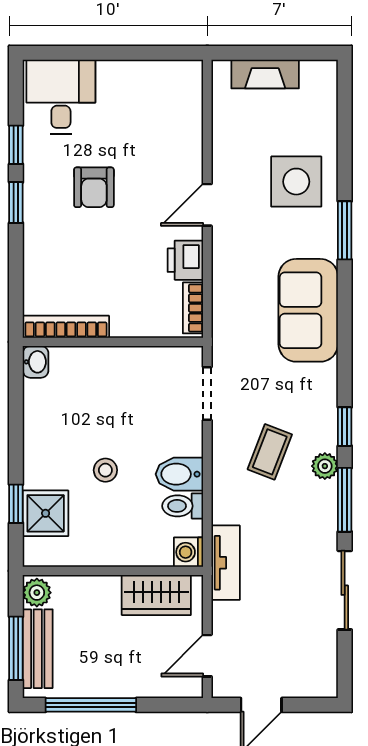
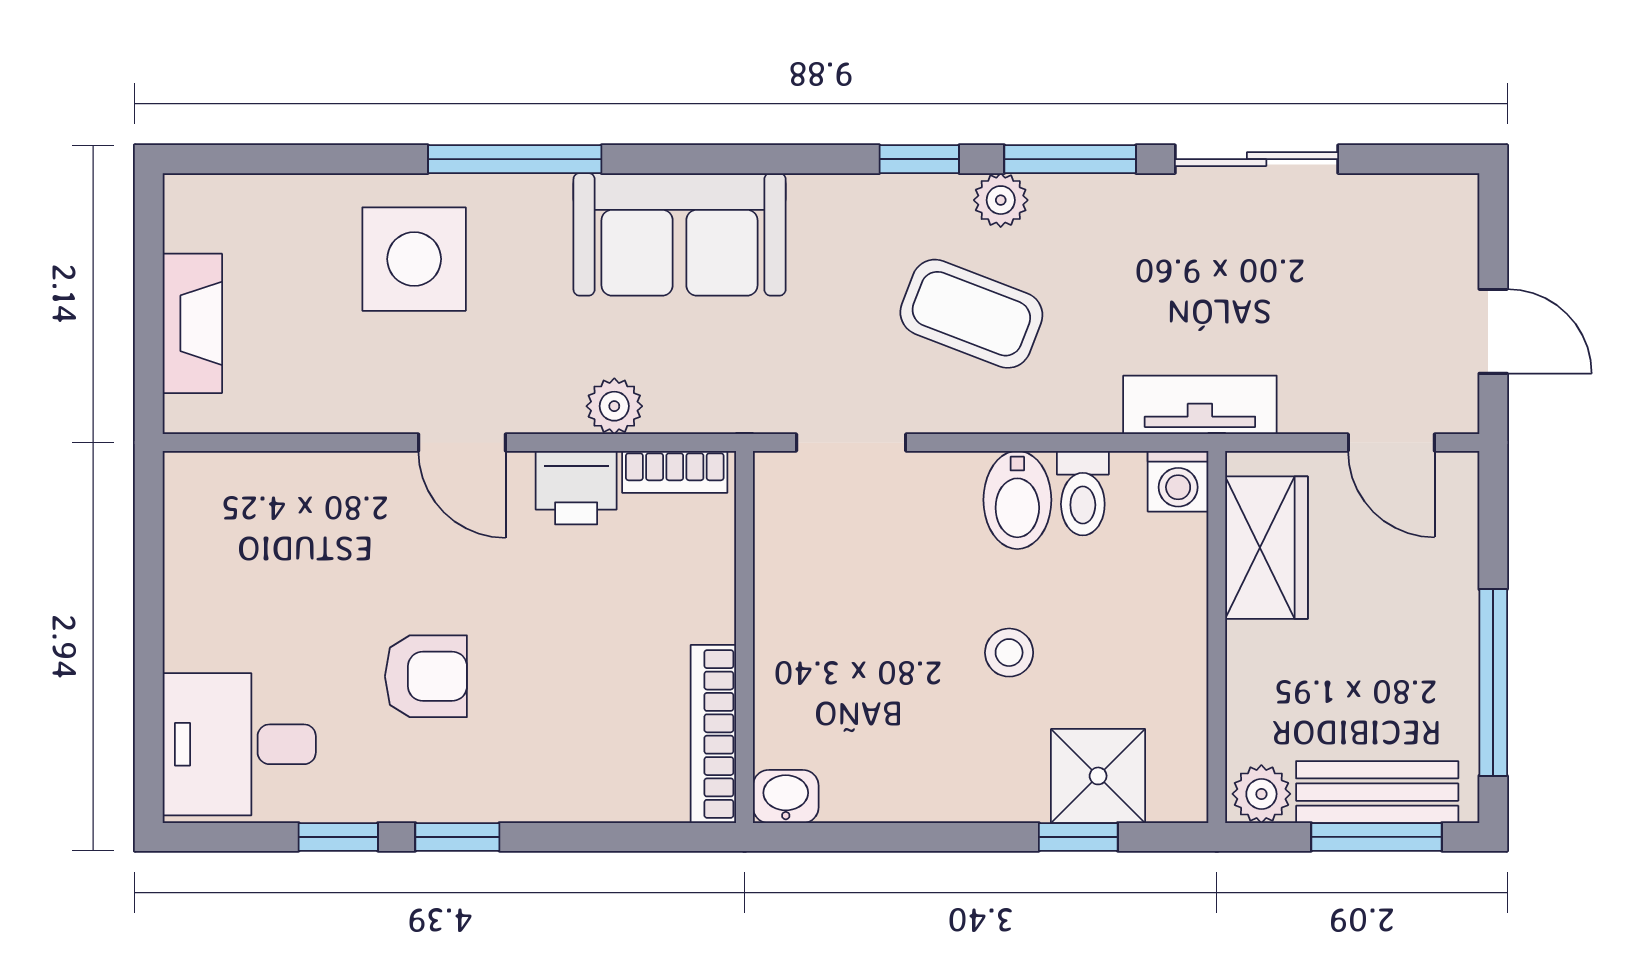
window: (345, 230) -> (515, 159), width x1.44
plant: (225, 279) -> (614, 406), added
coffee table: (270, 452) -> (971, 314), width x1.36, depth x1.30

